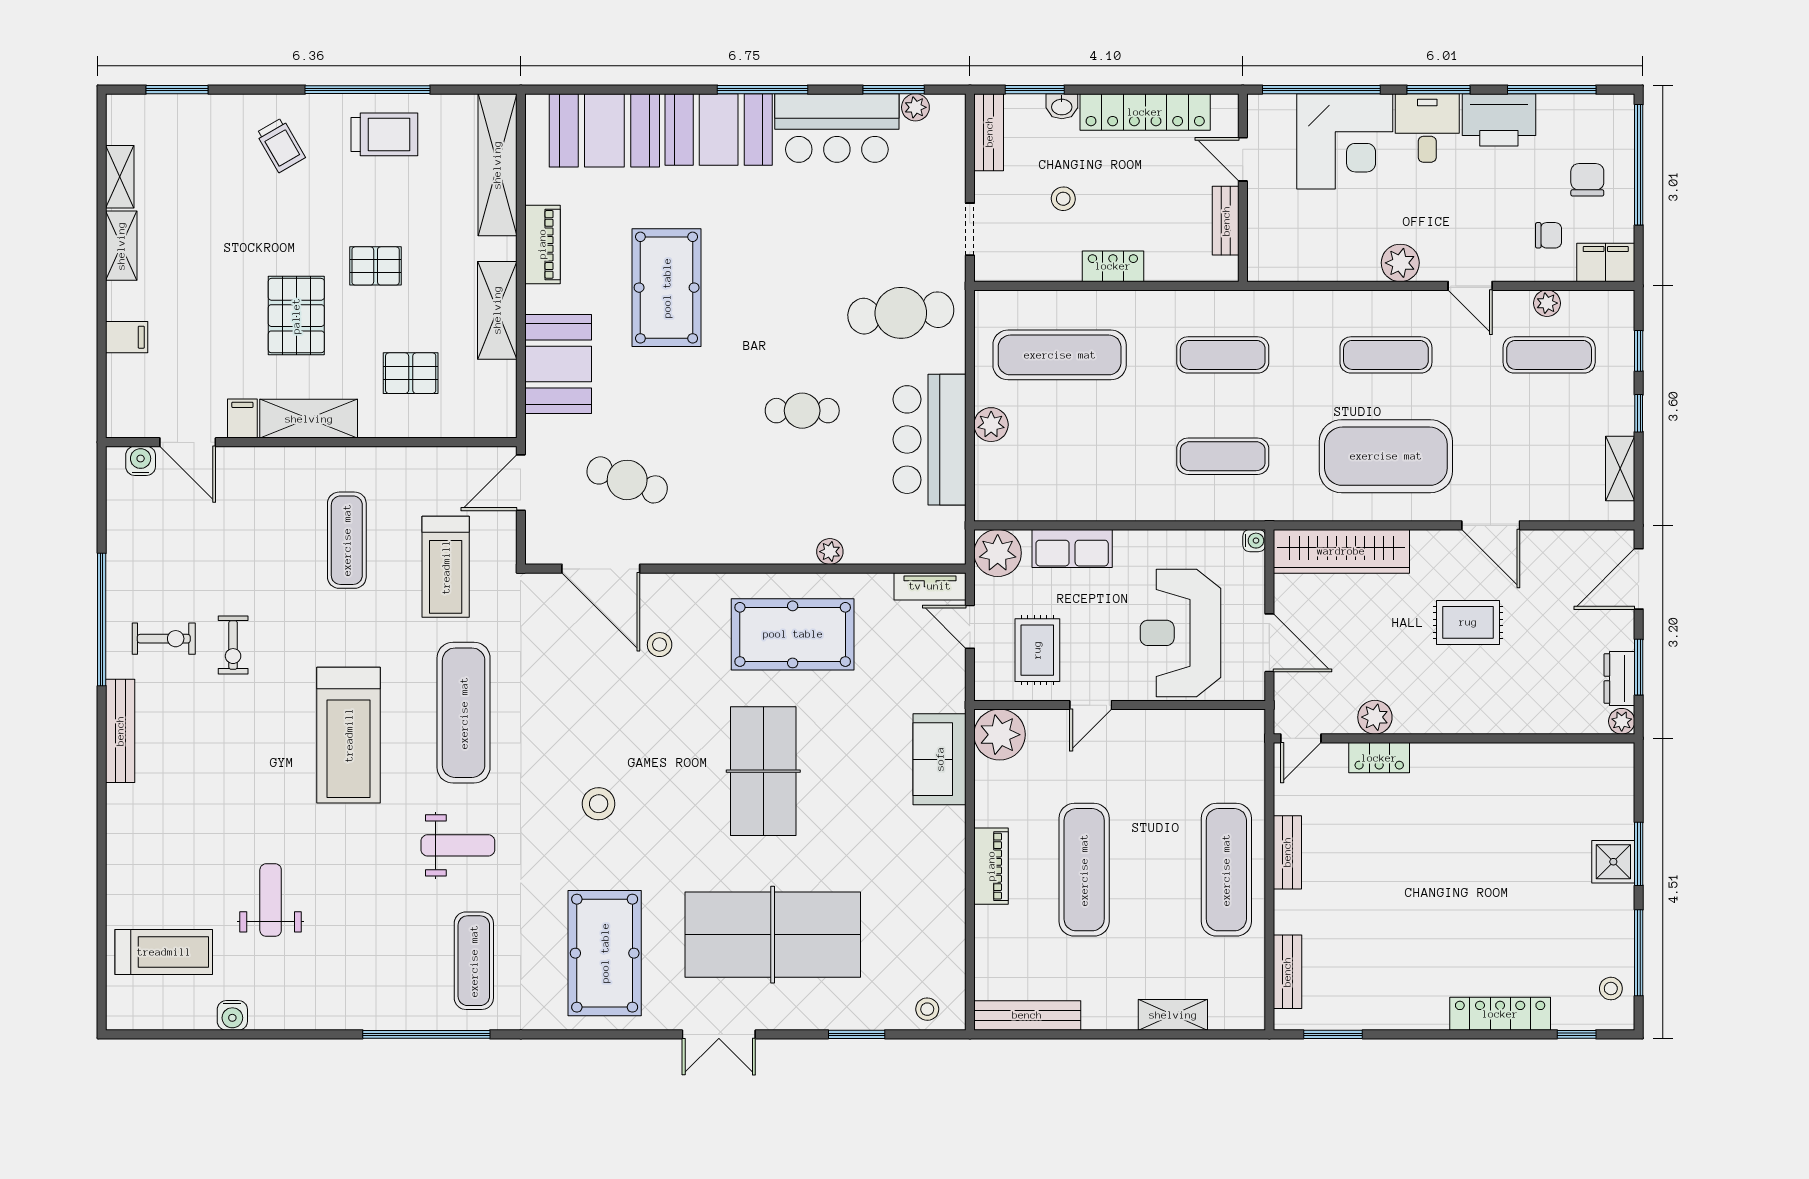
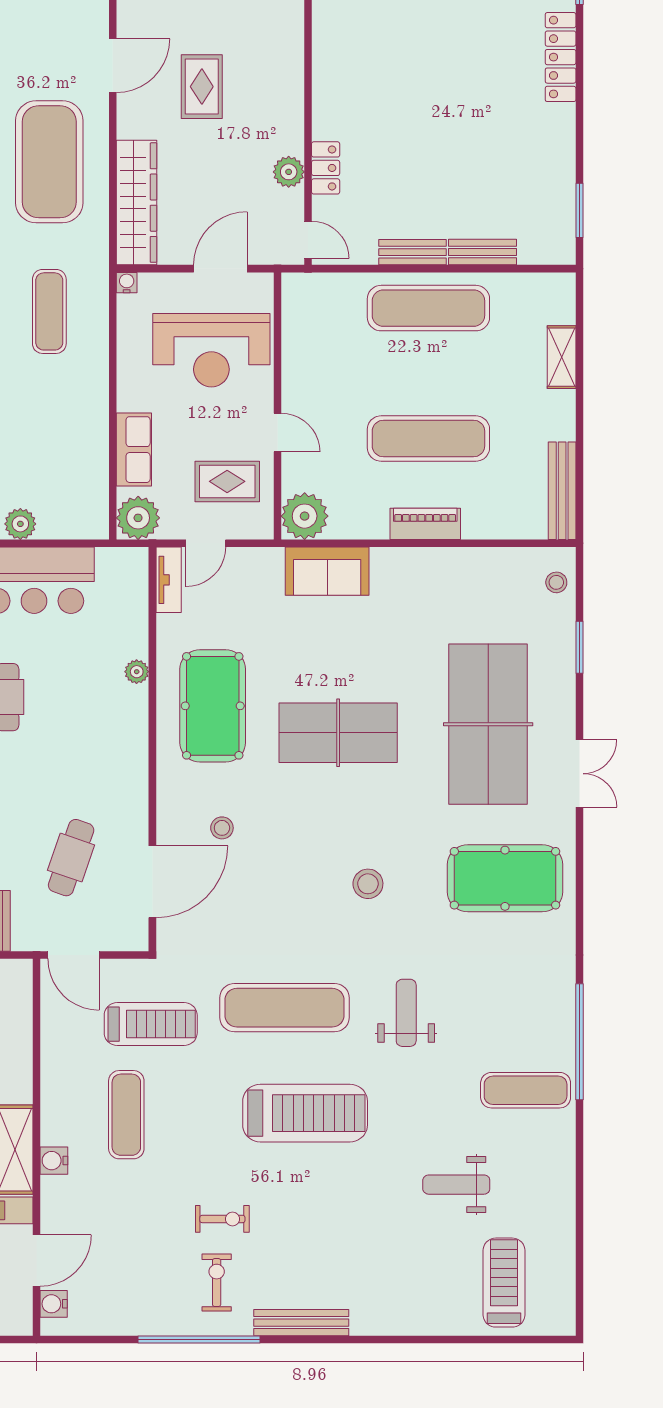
exercise mat: (347, 540) -> (126, 1115), turned 90
exercise mat: (474, 961) -> (526, 1090), moved
bench: (1287, 972) -> (482, 252), moved
water cooler: (232, 1015) -> (54, 1161), moved, turned 180

